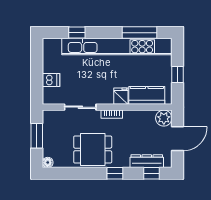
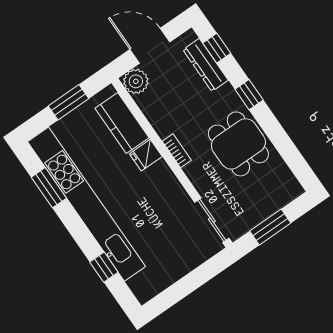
window: (139, 33) -> (49, 188), width x0.69
window: (178, 75) -> (68, 102), width x1.50
dishwasher: (51, 80) -> (187, 258), removed
sliding door: (80, 107) -> (212, 220), moved
floor lamp: (48, 162) -> (295, 190), removed

